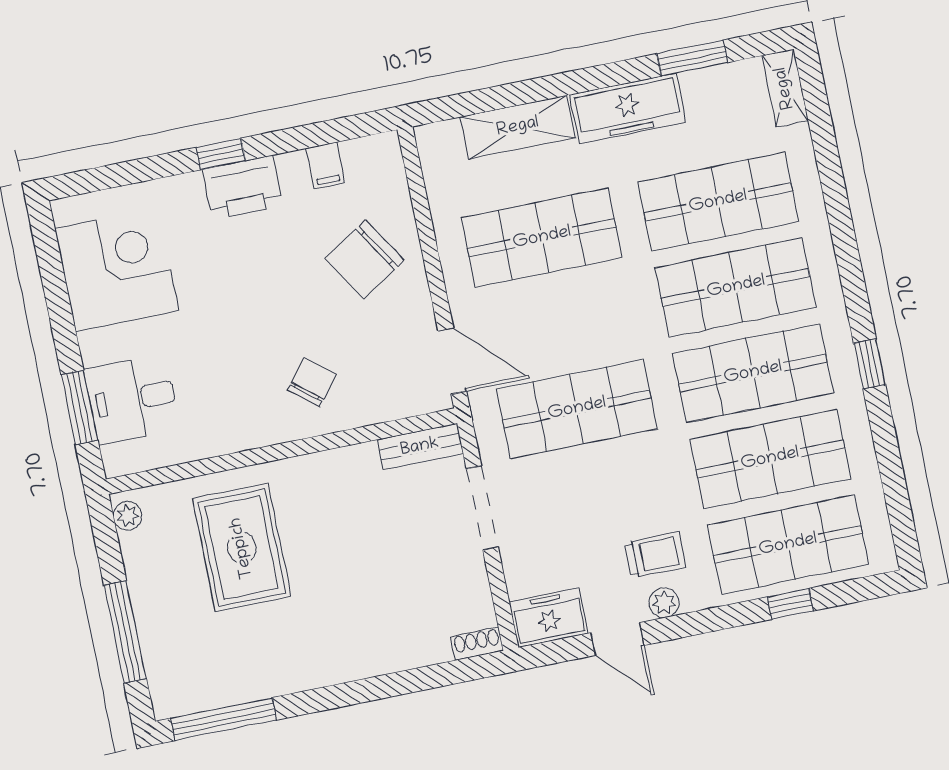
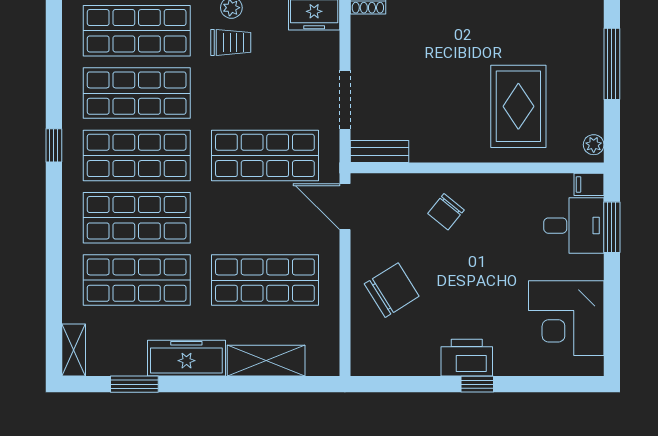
filing cabinet: (325, 166) -> (589, 184), moved, turned -90
trolley: (655, 555) -> (231, 42), turned 180

